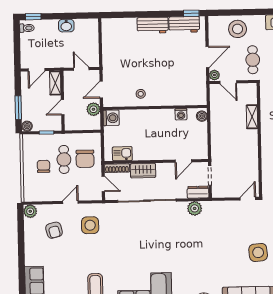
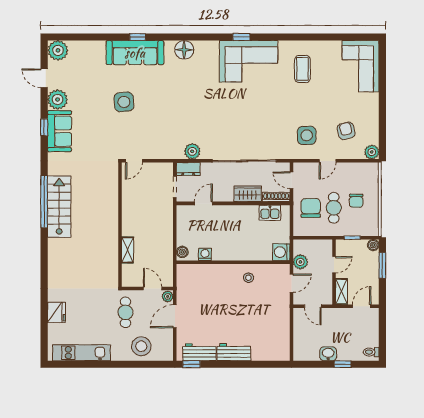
window: (33, 17) -> (343, 364), moved

